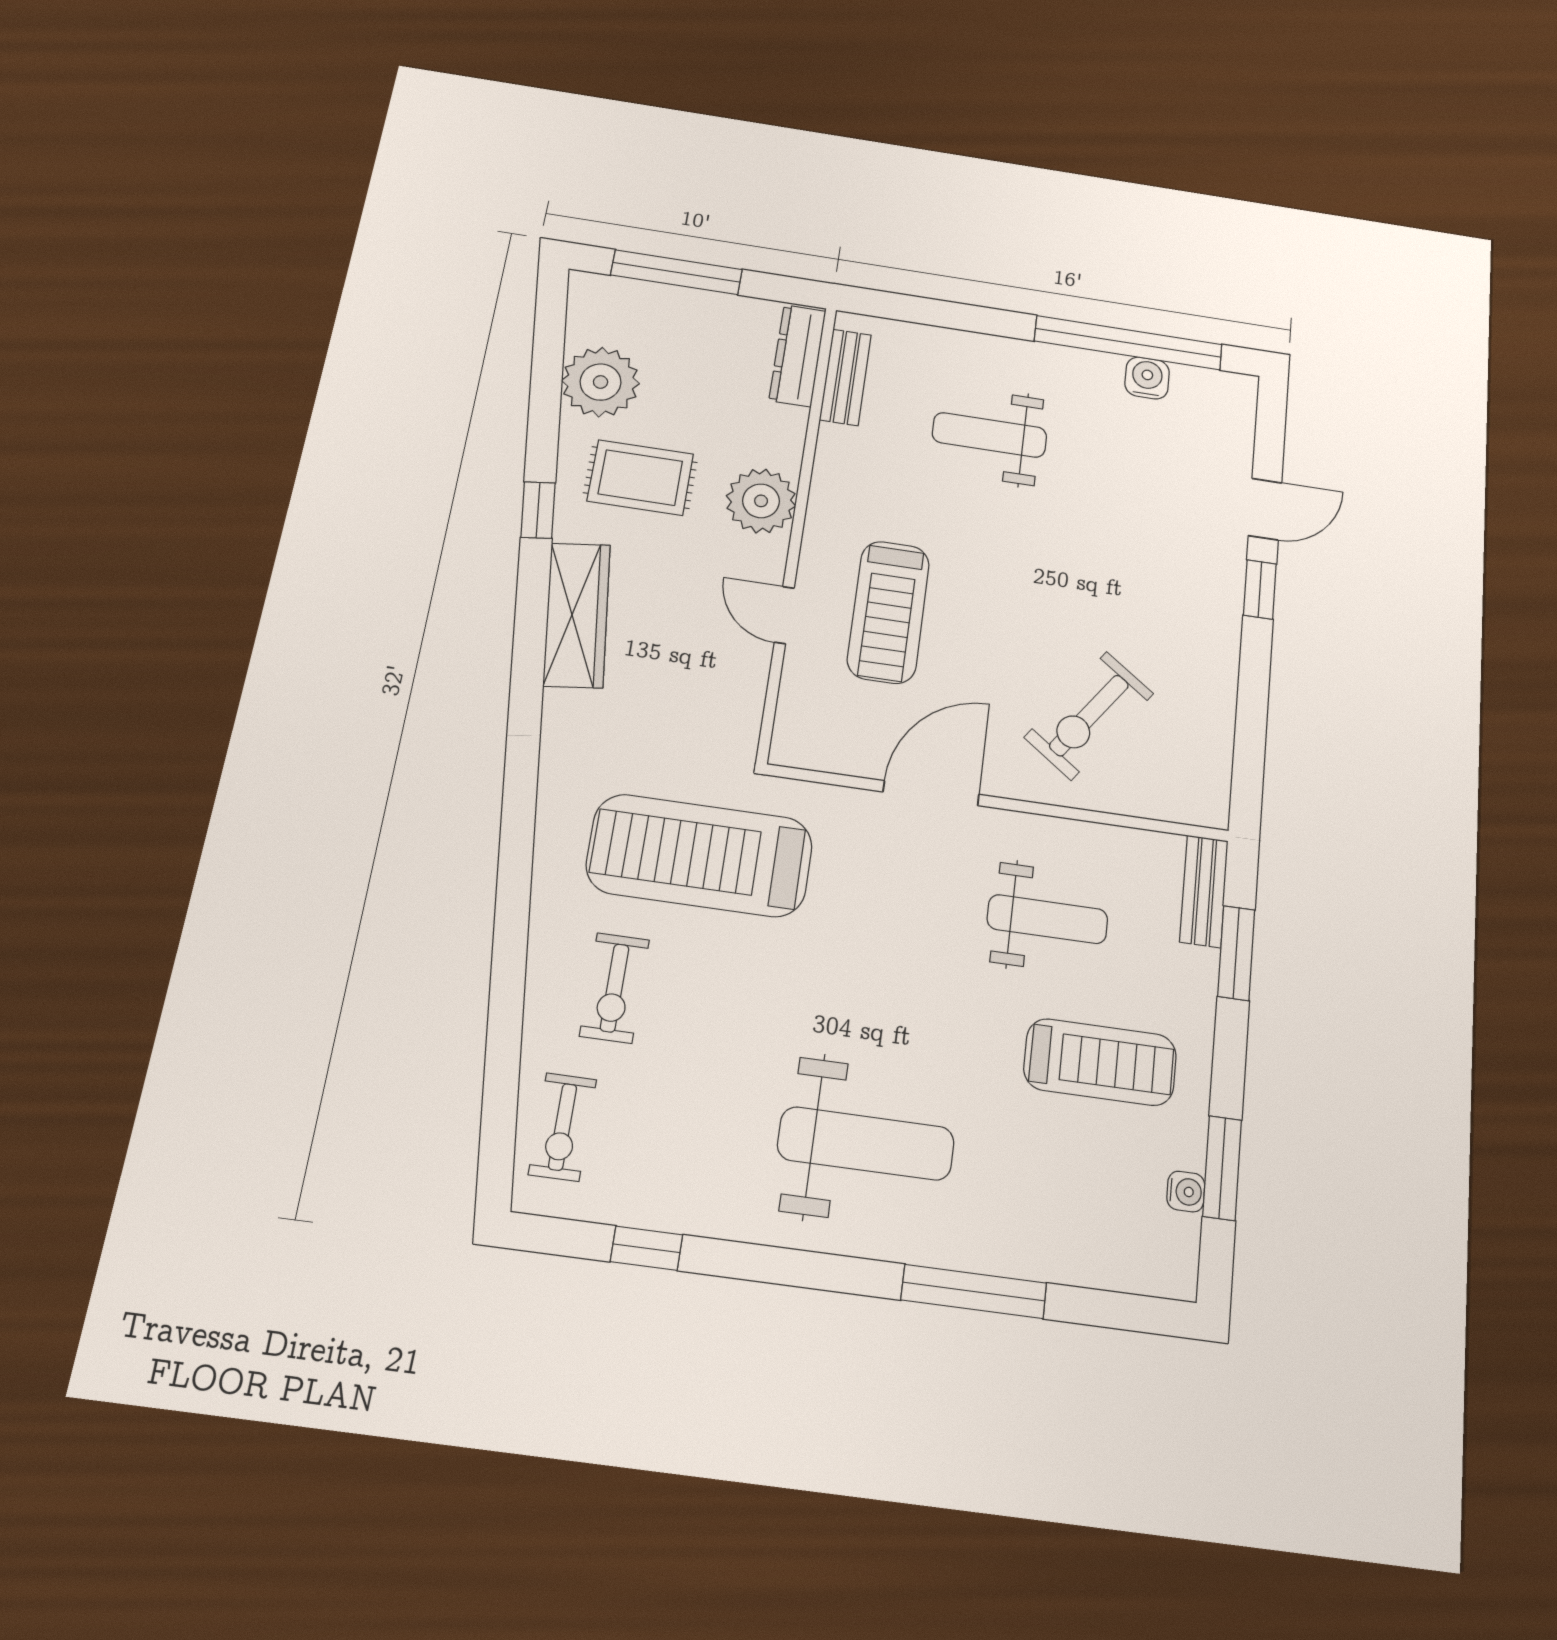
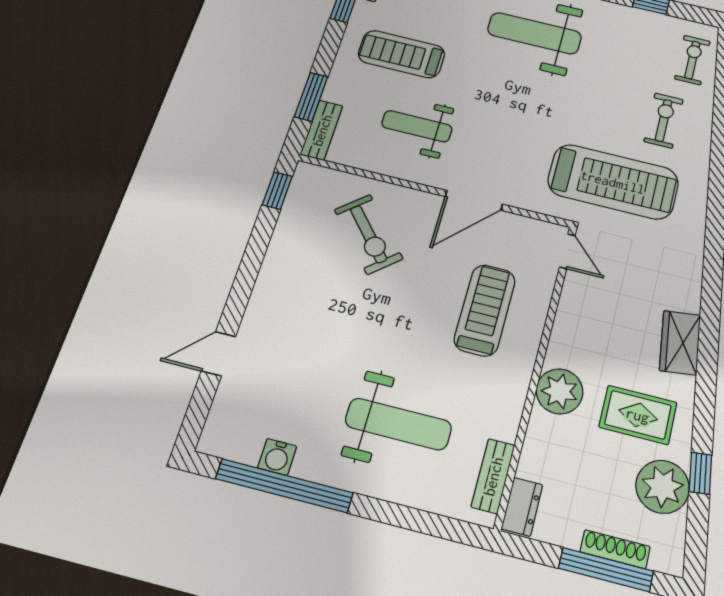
shoe rack: (665, 298) -> (615, 549), added
dresser: (798, 356) -> (522, 507), width x0.70
weight bench: (989, 435) -> (398, 424), width x1.36, depth x1.33
window: (538, 510) -> (700, 473), moved
window: (1260, 589) -> (277, 191), moved
wardrobe: (577, 615) -> (680, 343), width x0.67
door: (784, 615) -> (567, 251), moved
exercise bike: (1089, 715) -> (369, 234), turned 103

